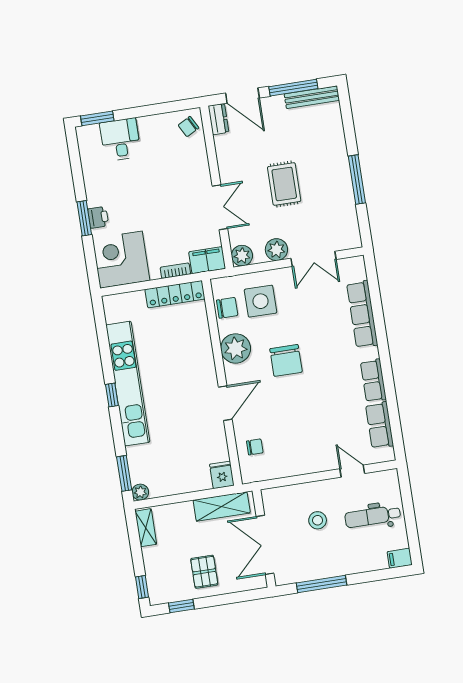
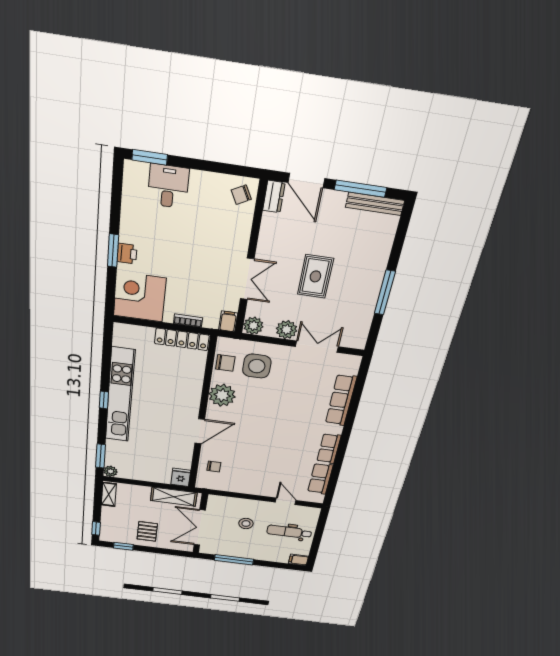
double door: (314, 259) -> (317, 347), swing flipped
filing cabinet: (207, 260) -> (228, 321), width x0.50
chair: (286, 360) -> (262, 415), removed

